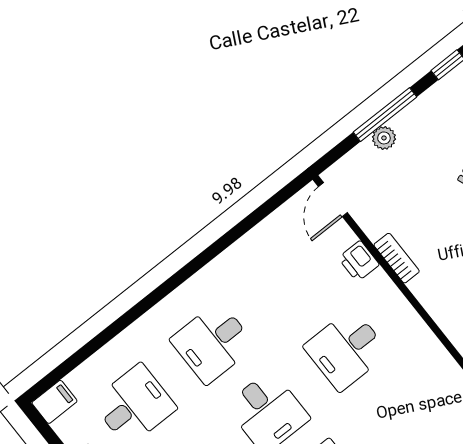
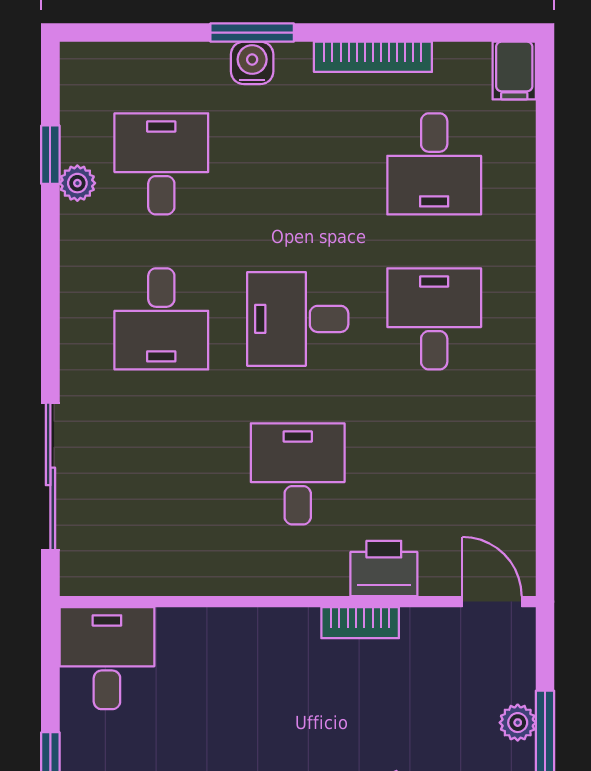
printer: (359, 261) -> (384, 568), width x1.36, depth x1.24

